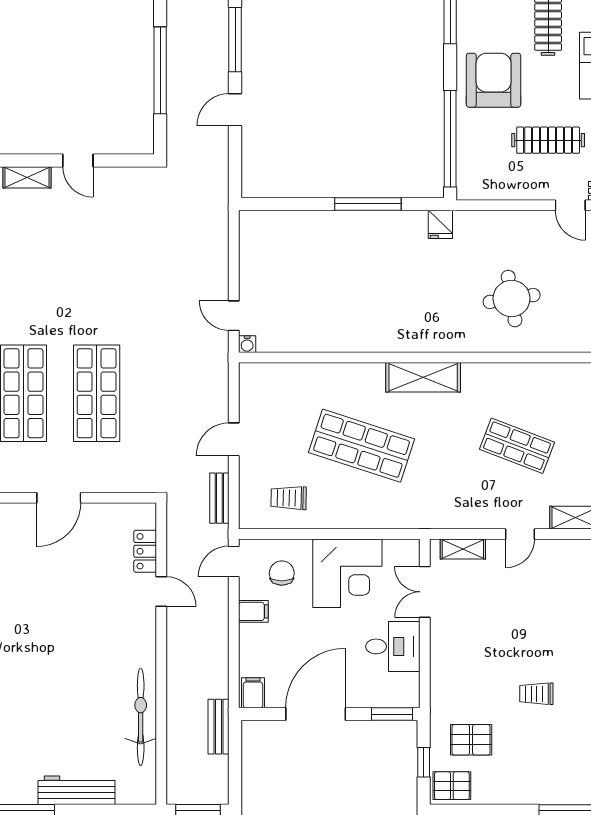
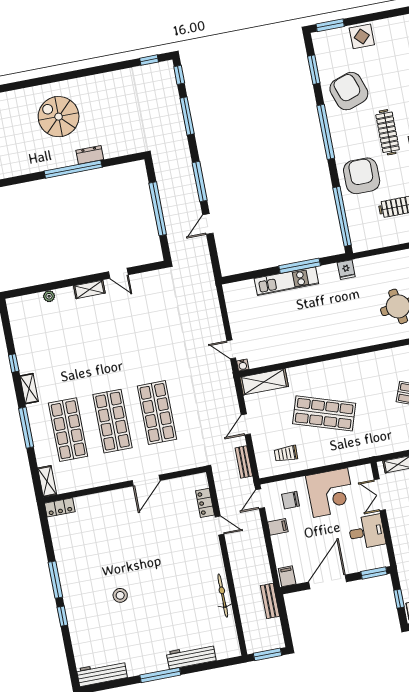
kitchen unit: (342, 224) -> (286, 281), added
shelving: (423, 377) -> (264, 382), moved
chair: (282, 573) -> (291, 500), turned -90
bicycle: (141, 717) -> (223, 596), width x0.73, depth x0.71

